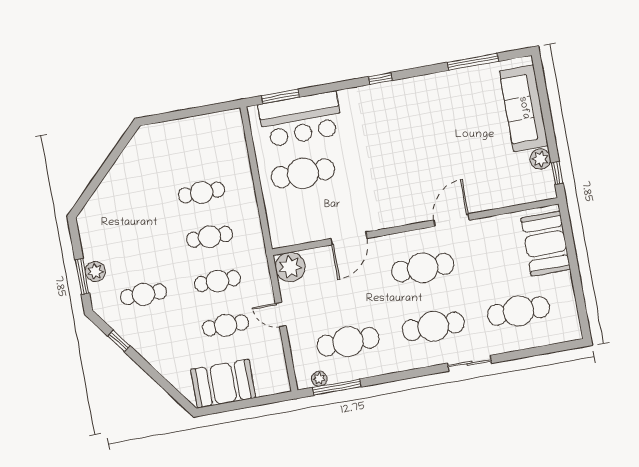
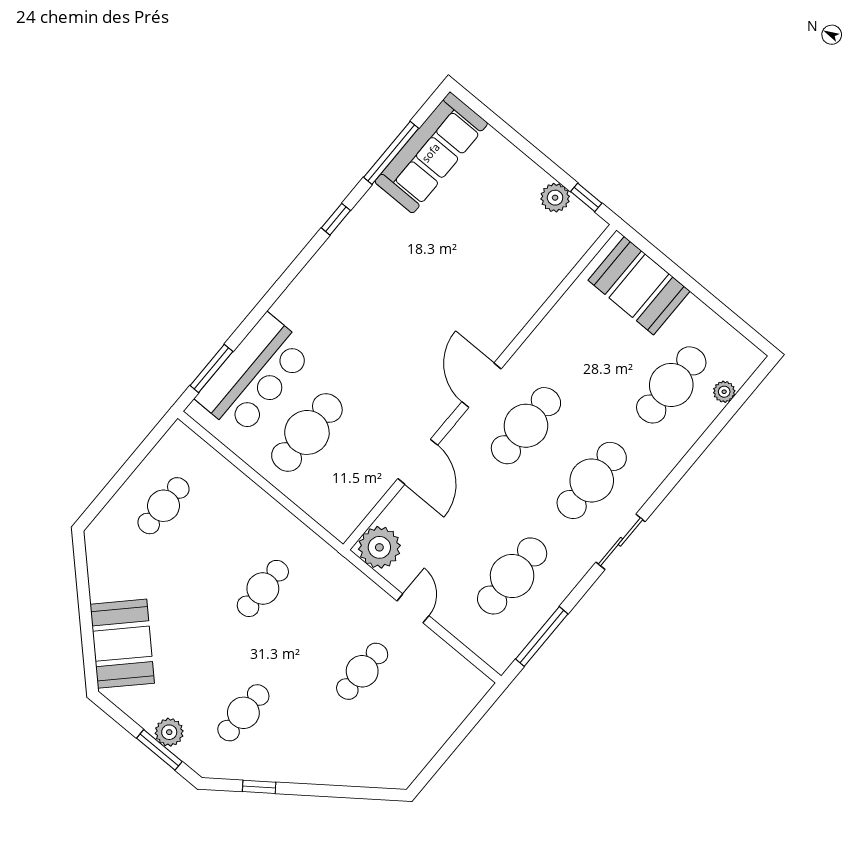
window: (380, 78) -> (336, 219), moved
sofa: (524, 108) -> (431, 153), moved, turned -90
cafe table: (202, 192) -> (163, 506), moved
door: (451, 220) -> (481, 385), moved
cafe table: (217, 281) -> (312, 630), removed
door: (281, 315) -> (413, 608), swing flipped
sliding door: (470, 363) -> (621, 542), moved
plant: (319, 379) -> (724, 392), moved
booth: (223, 384) -> (122, 644), moved, turned -45

